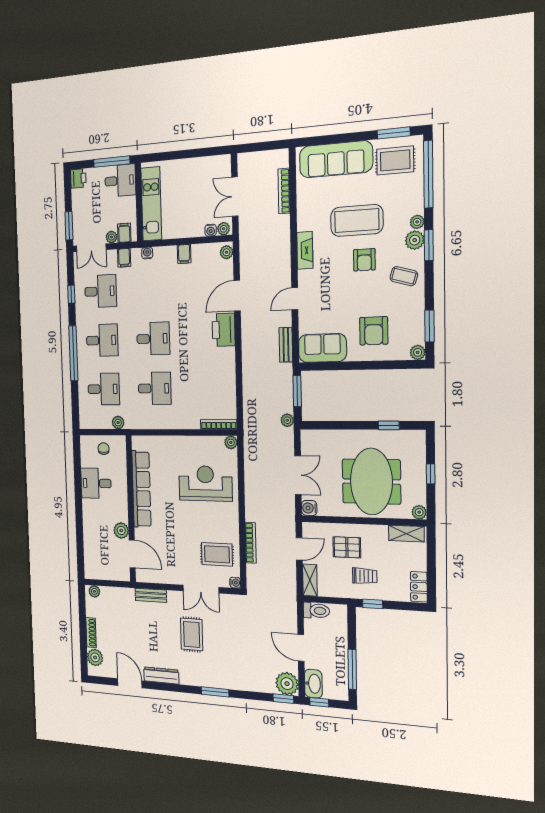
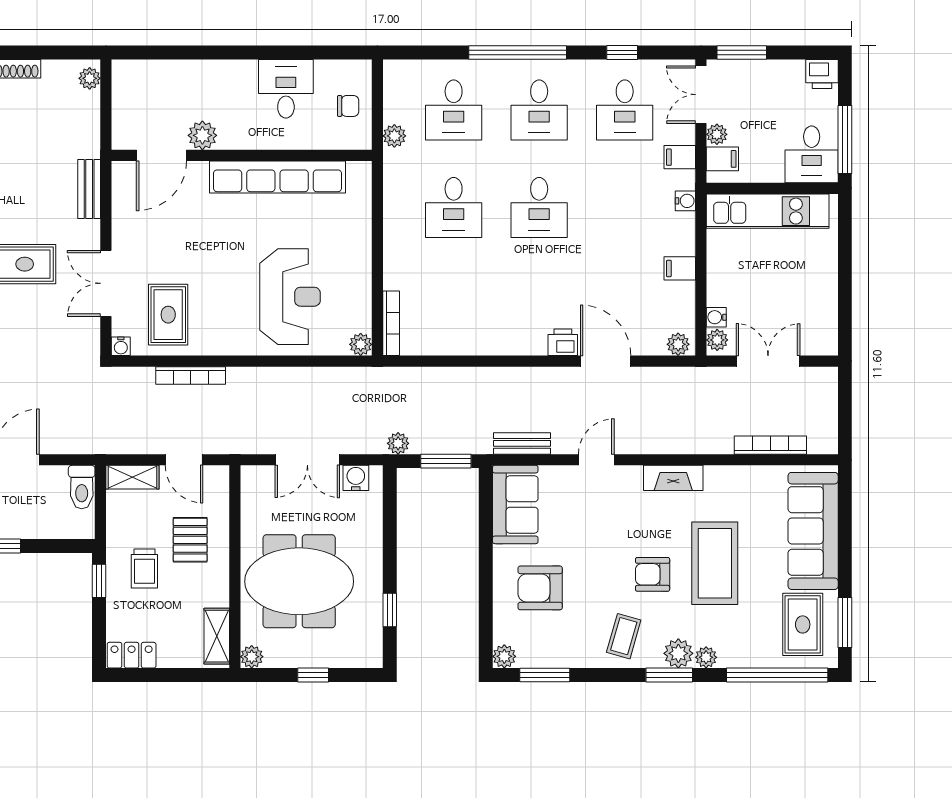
door: (295, 299) -> (596, 460), hinge flipped
printer: (224, 330) -> (563, 342), width x0.53, depth x0.68
water cooler: (309, 508) -> (356, 478), moved

